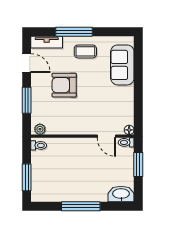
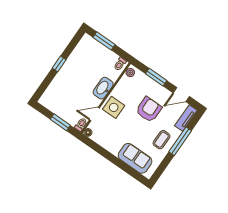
side table: (86, 122) -> (114, 107), added
washbasin: (121, 194) -> (103, 88), moved, turned 180
window: (81, 206) -> (59, 64), width x0.46

